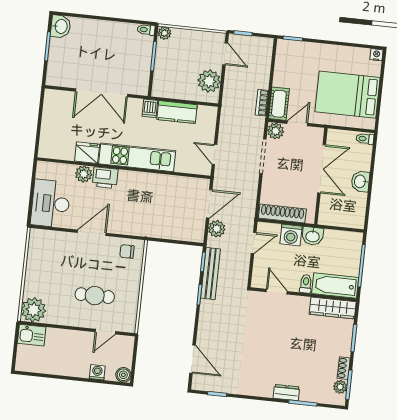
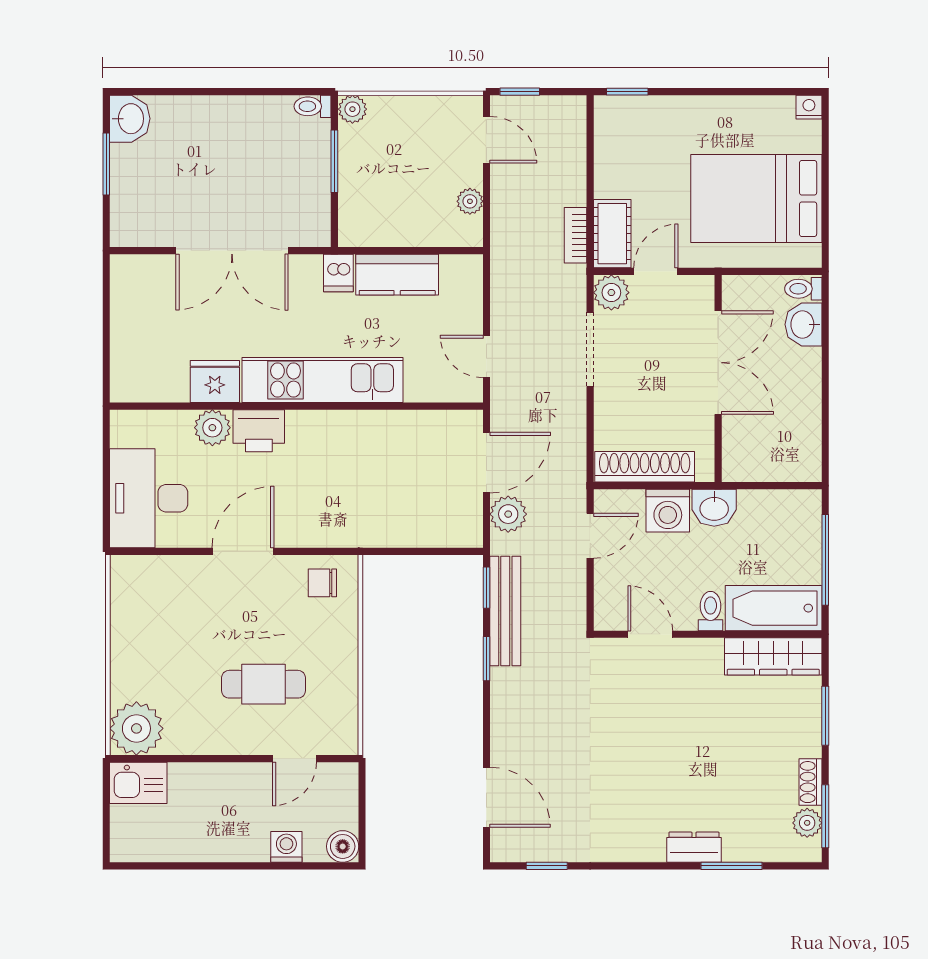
plant: (209, 81) -> (470, 201), width x0.53, depth x0.53
washbasin: (360, 181) -> (803, 324), moved

